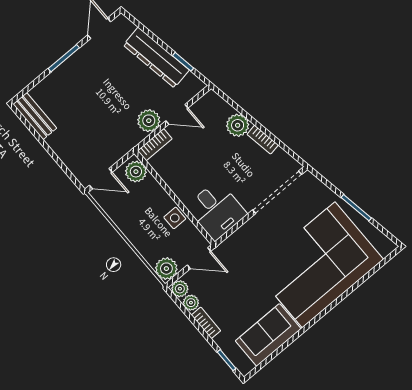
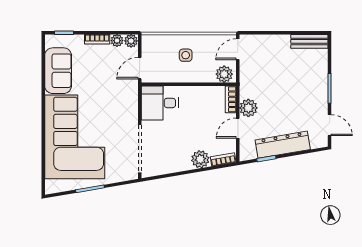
bookcase: (263, 140) -> (223, 159), moved
side table: (175, 218) -> (186, 55), moved
plant: (166, 269) -> (150, 43), removed

